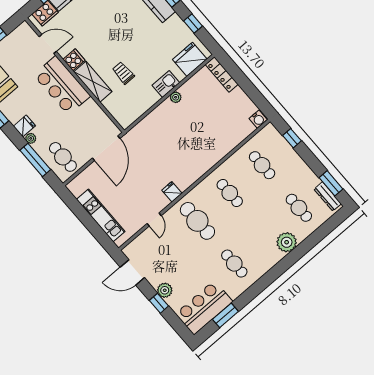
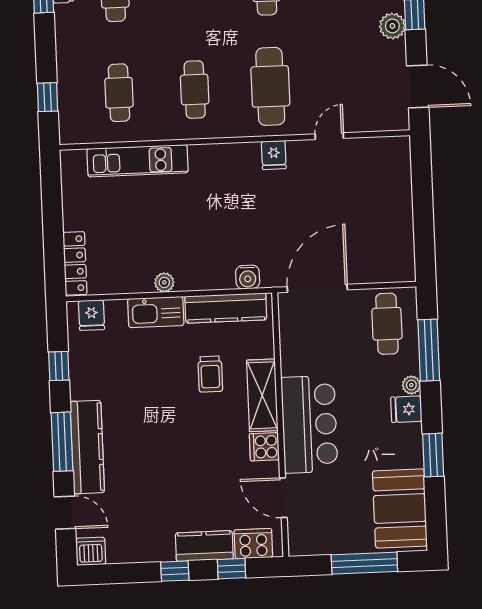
fridge: (190, 59) -> (91, 315), width x0.53, depth x0.75
kitchen sink: (166, 84) -> (156, 312), width x1.38
kitchen counter: (140, 107) -> (226, 308), added
water cooler: (258, 119) -> (248, 277), moved, turned 180
kitchen unit: (101, 215) -> (138, 161), moved, turned -90

